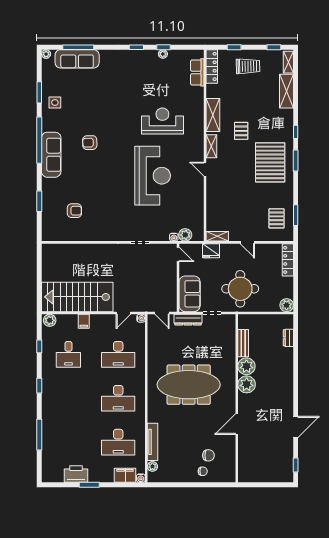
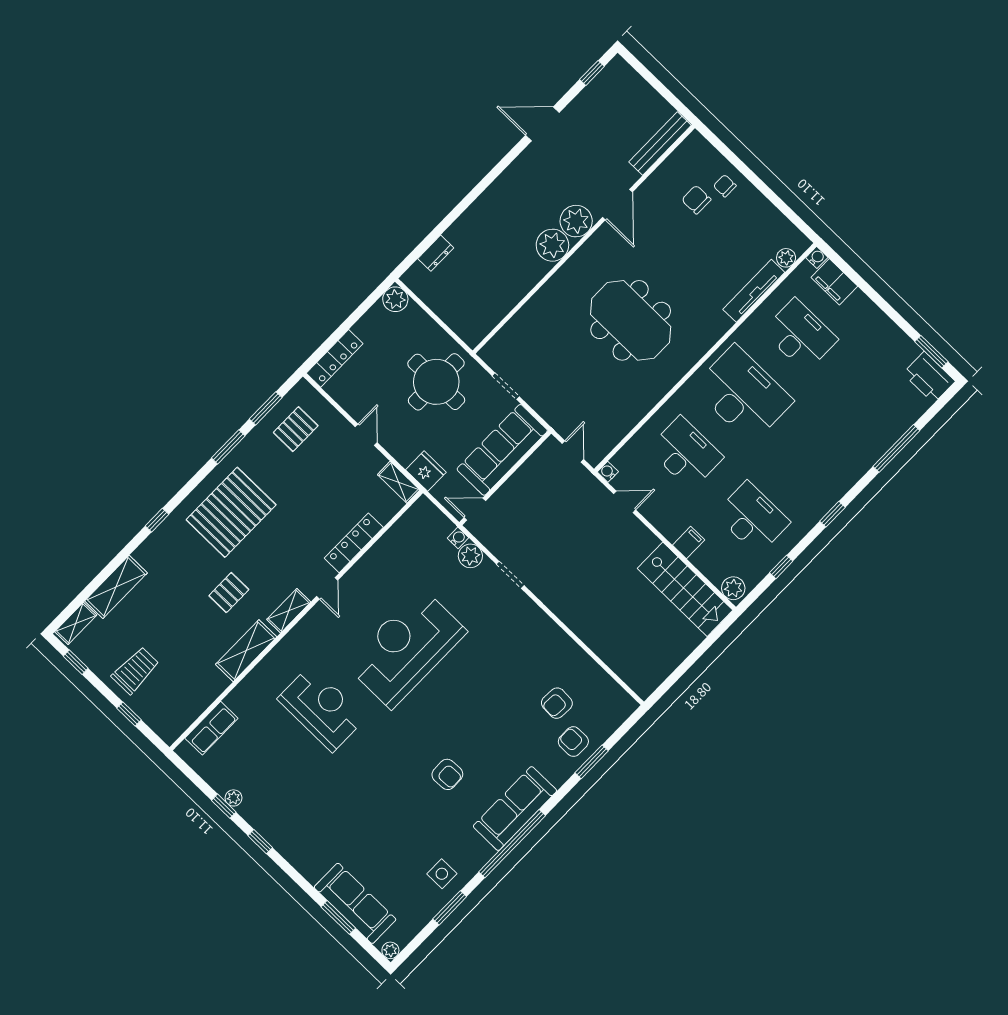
window: (78, 47) -> (338, 917), width x0.69
locker: (212, 66) -> (354, 543), moved
trolley: (248, 66) -> (135, 670), turned 91
reception desk: (162, 121) -> (322, 709), turned 180
window: (296, 161) -> (228, 447), moved
armchair: (54, 202) -> (573, 742), added
armchair: (74, 211) -> (557, 703), turned -87
plant: (185, 235) -> (470, 556), moved
door: (178, 254) -> (475, 509), hinge flipped
sofa: (190, 294) -> (502, 450), width x1.36
stairs: (77, 297) -> (685, 589), width x0.73, depth x0.66
dresser: (188, 320) -> (546, 408), removed
bench: (243, 343) -> (660, 144), moved, width x1.36
desk: (68, 354) -> (752, 518), width x1.37
plant: (246, 366) -> (576, 221), moved
meeting table: (189, 385) -> (631, 320), width x0.73
desk: (118, 398) -> (743, 394), width x1.36, depth x1.30
door: (237, 424) -> (617, 205), hinge flipped
printer: (76, 474) -> (929, 377), moved
window: (89, 485) -> (931, 352), moved

